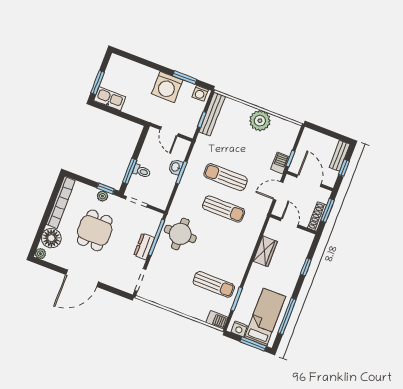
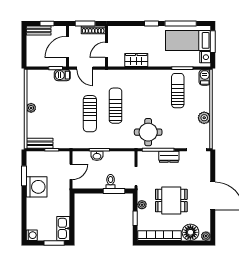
washing machine: (200, 93) -> (32, 235), moved
bench: (212, 114) -> (40, 143), width x0.73
plant: (260, 121) -> (31, 108), width x0.53, depth x0.53
window: (106, 189) -> (135, 218), moved
window: (306, 267) -> (152, 23), moved
plant: (172, 302) -> (204, 118), added

